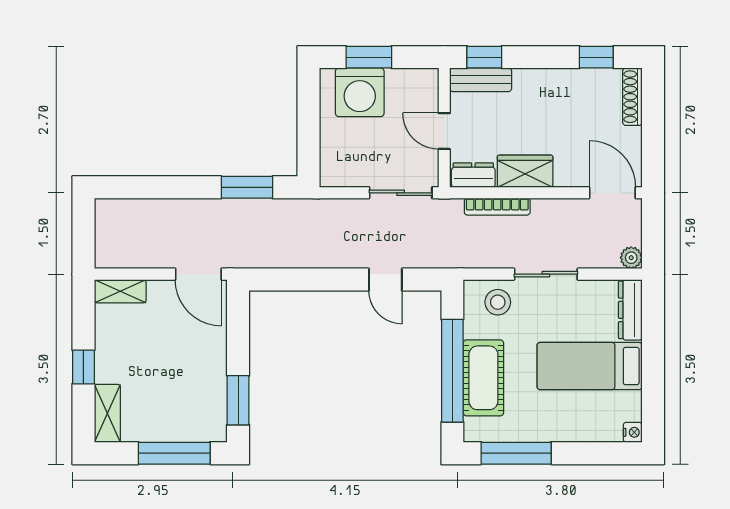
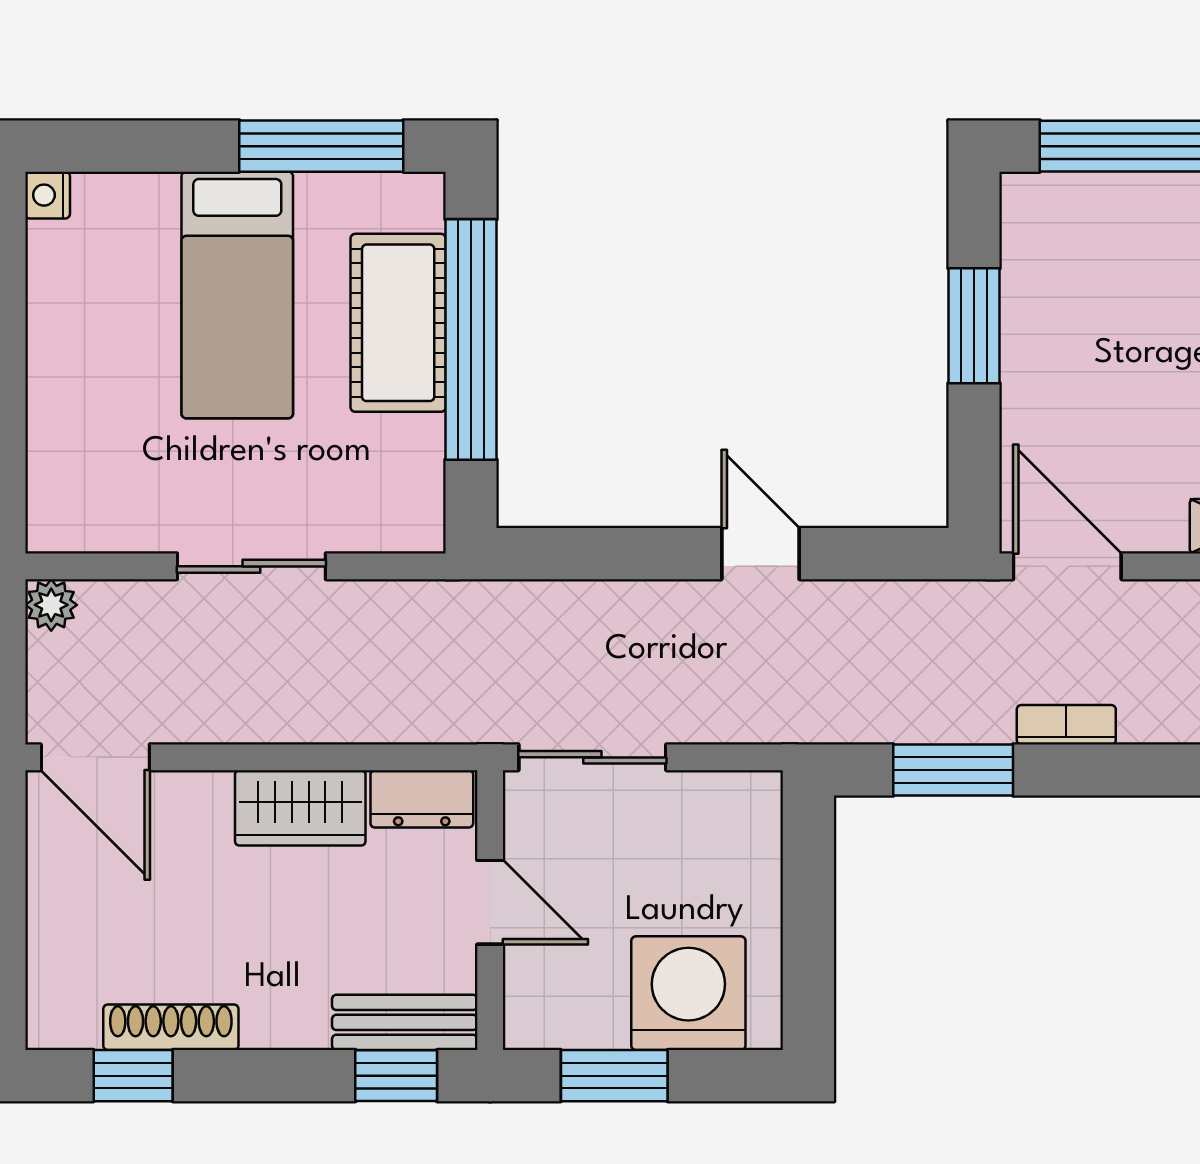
window: (369, 57) -> (614, 1076), moved
shoe rack: (632, 97) -> (171, 1027), moved, turned -90
bookcase: (497, 207) -> (1066, 725), moved, width x0.64
door: (385, 280) -> (760, 554), moved
stool: (498, 302) -> (364, 500), removed
dresser: (630, 310) -> (53, 482), removed
bed: (590, 366) -> (237, 295), moved, turned 90
window: (238, 400) -> (974, 326), moved

